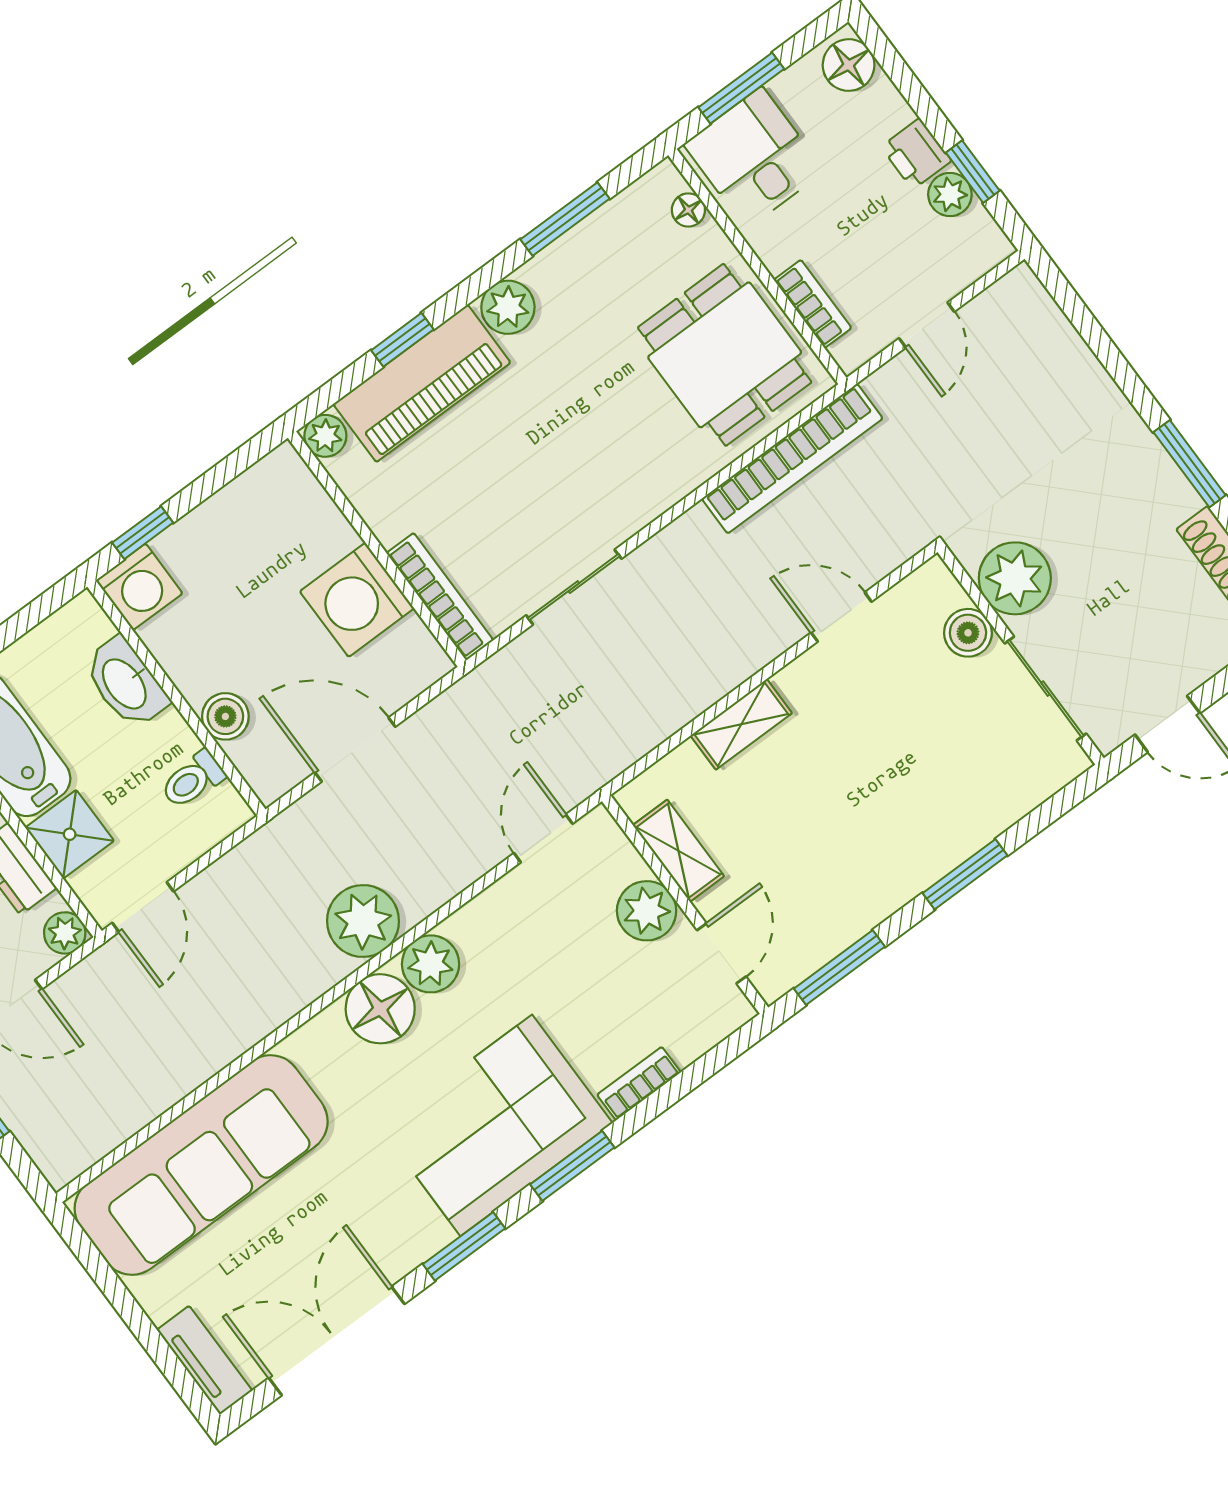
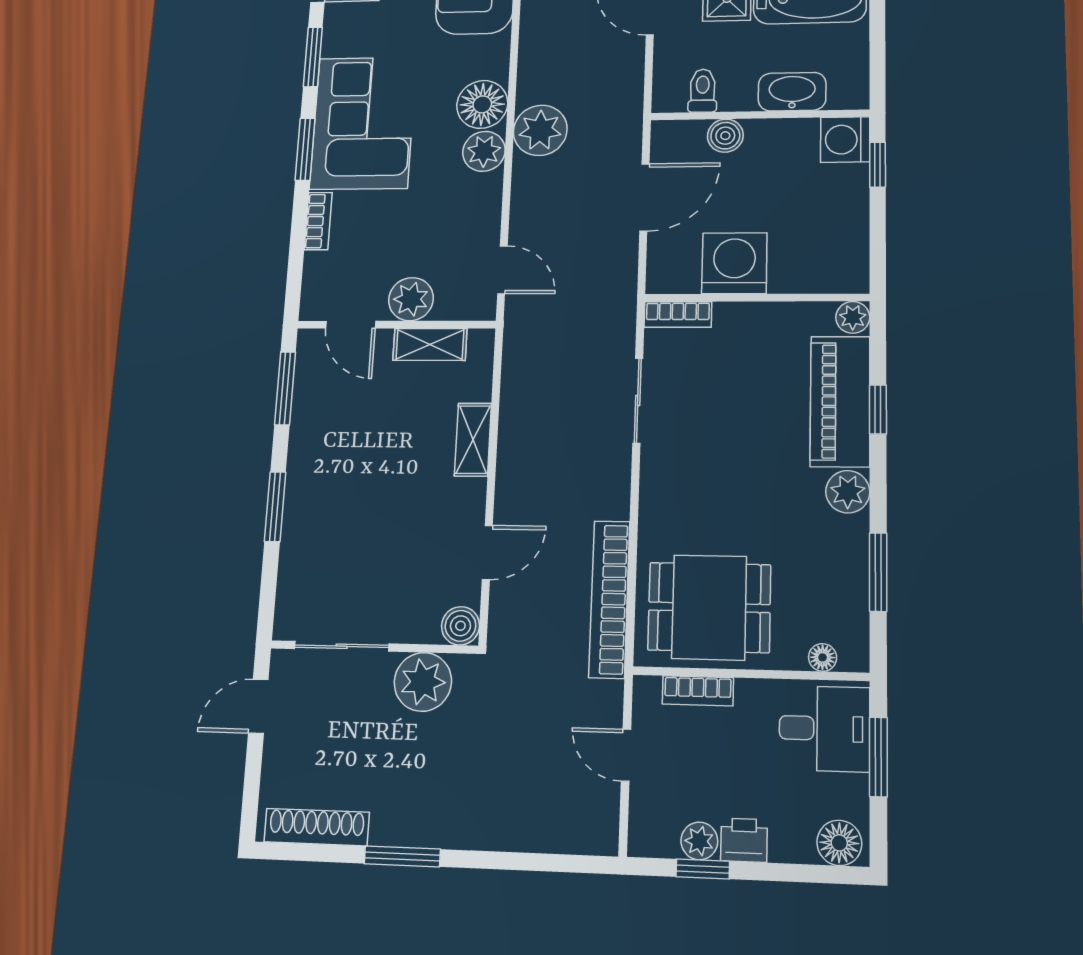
bookcase: (440, 597) -> (678, 315), width x0.64
boiler: (968, 633) -> (460, 626), moved

